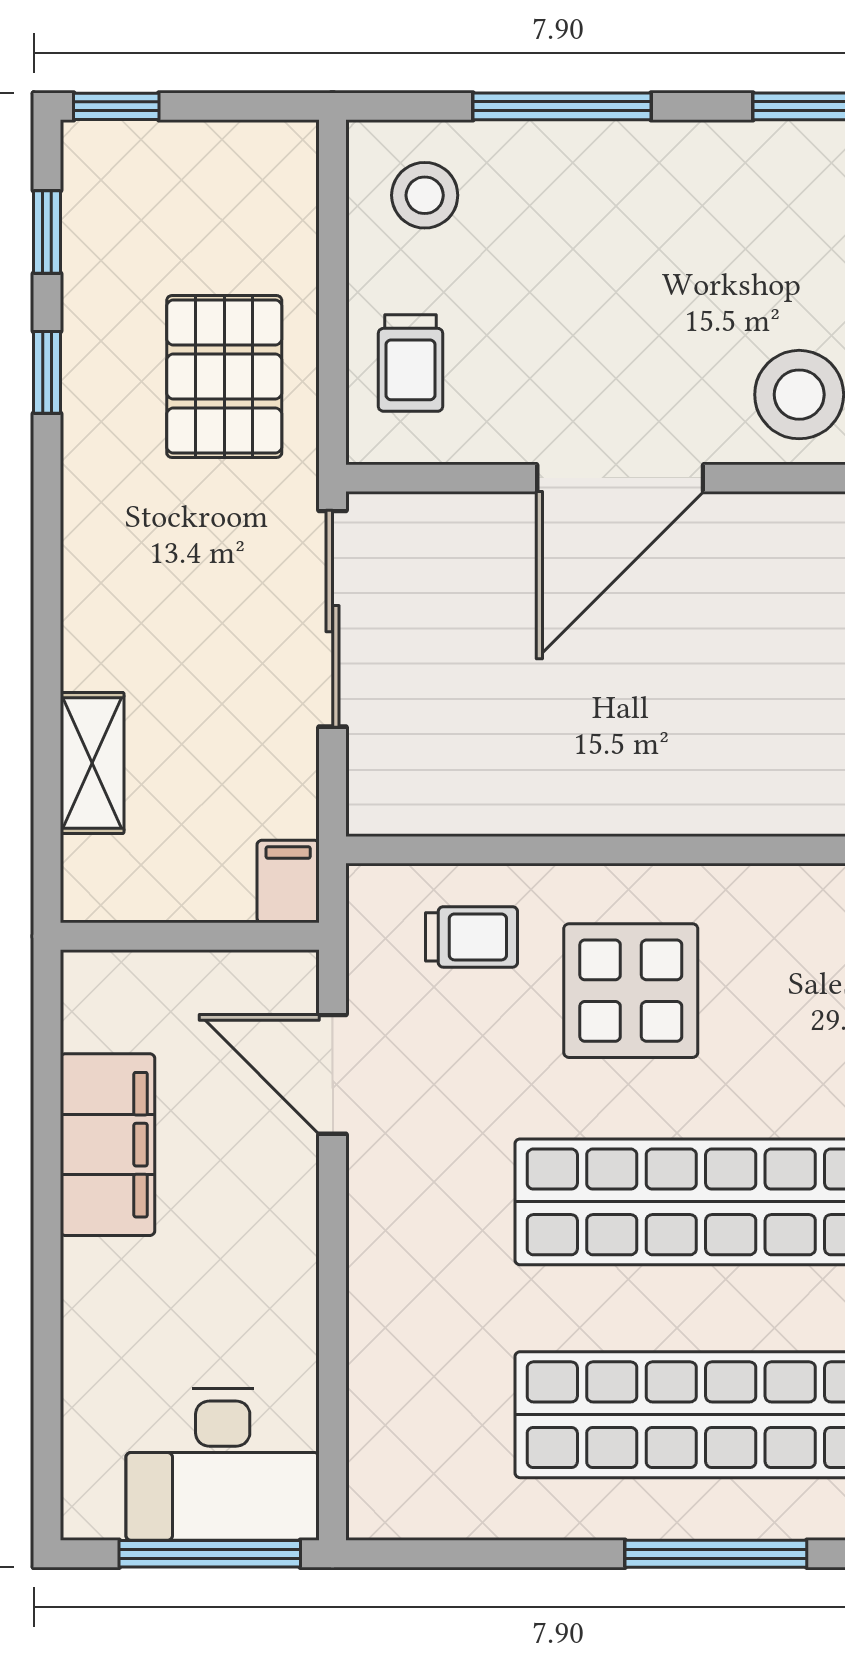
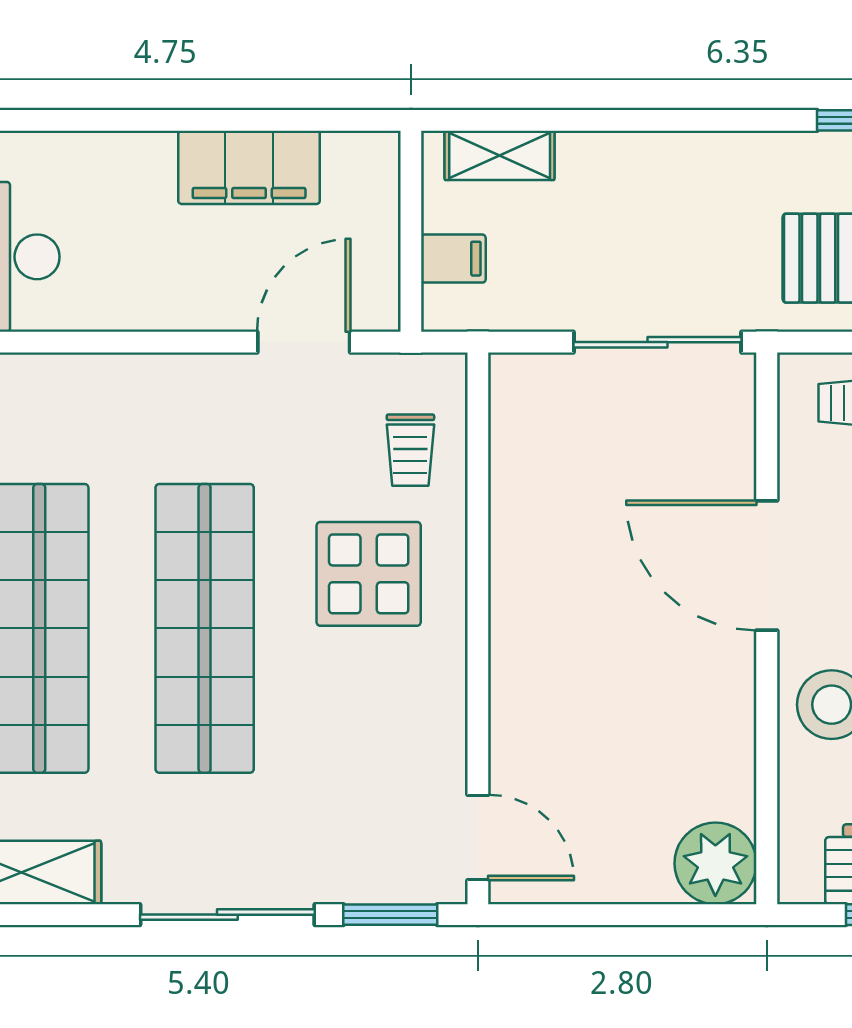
shelving: (92, 763) -> (500, 155), moved
filing cabinet: (288, 882) -> (453, 259), moved

